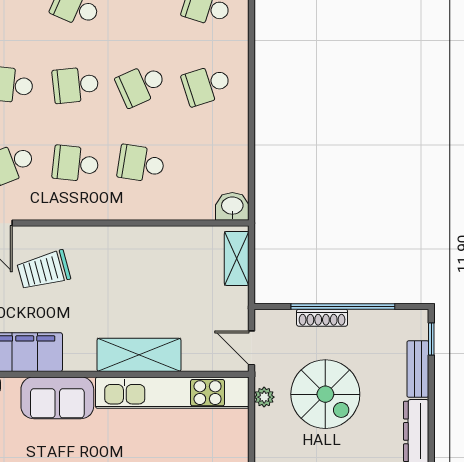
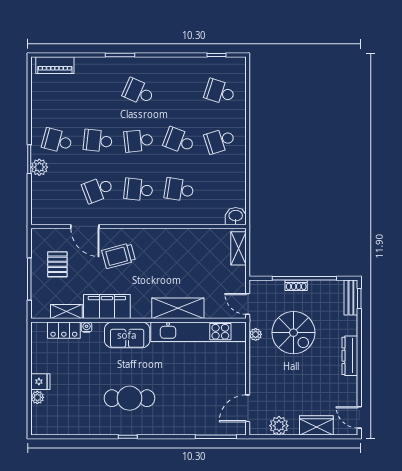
school desk: (141, 85) -> (179, 141), turned 45
shoe rack: (322, 318) -> (296, 285), width x0.70
bench: (418, 369) -> (351, 297), moved

